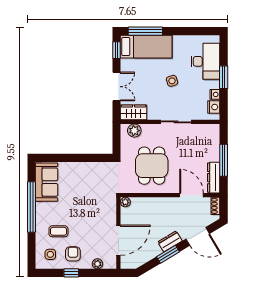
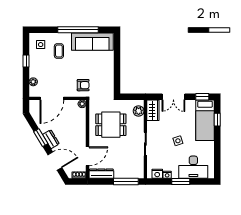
window: (145, 31) -> (217, 120), width x0.46
window: (224, 160) -> (126, 182), moved
sofa: (47, 182) -> (92, 42), width x1.36
door: (198, 236) -> (55, 161), swing flipped
door: (118, 240) -> (52, 98), hinge flipped
armchair: (73, 254) -> (83, 85), moved

